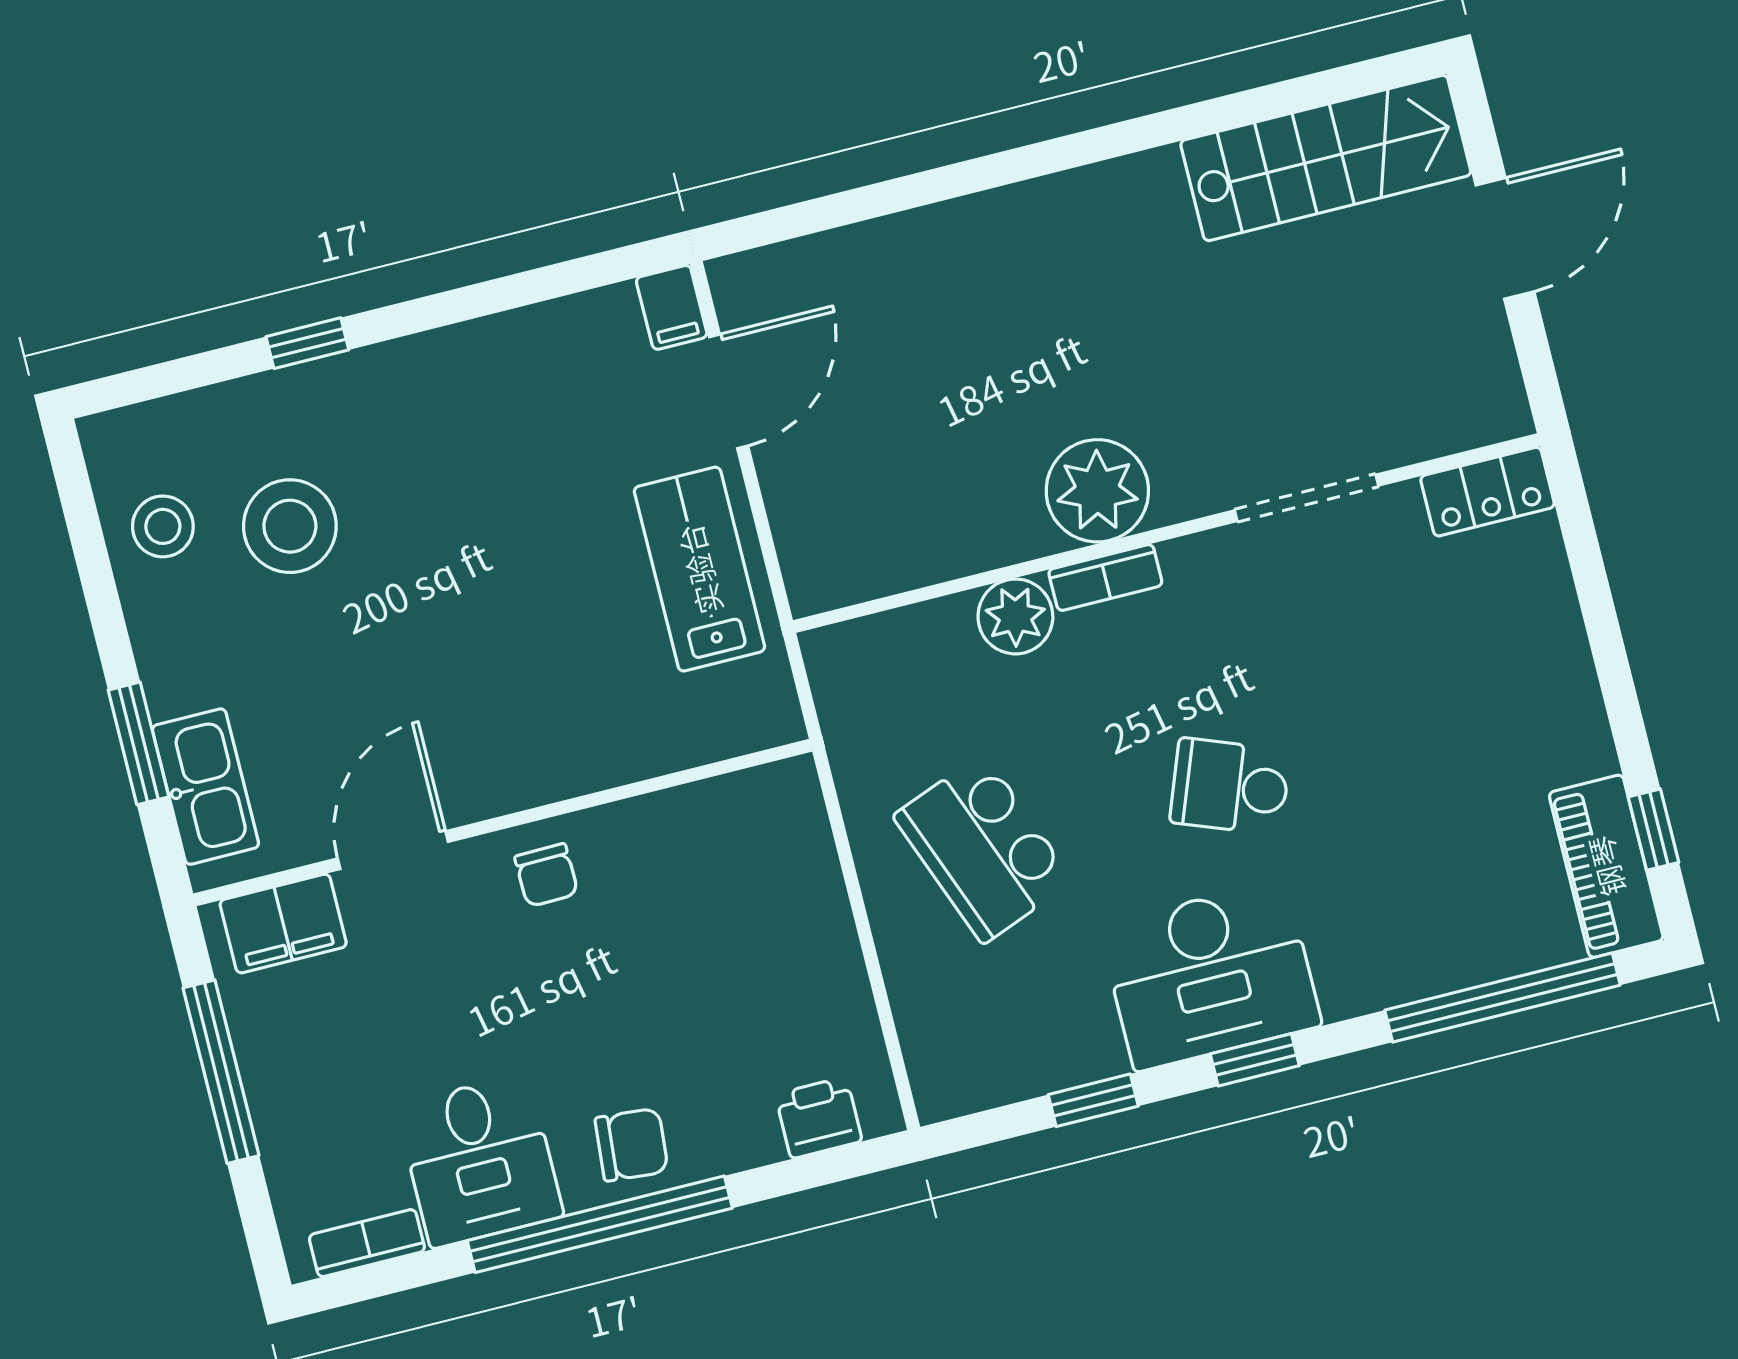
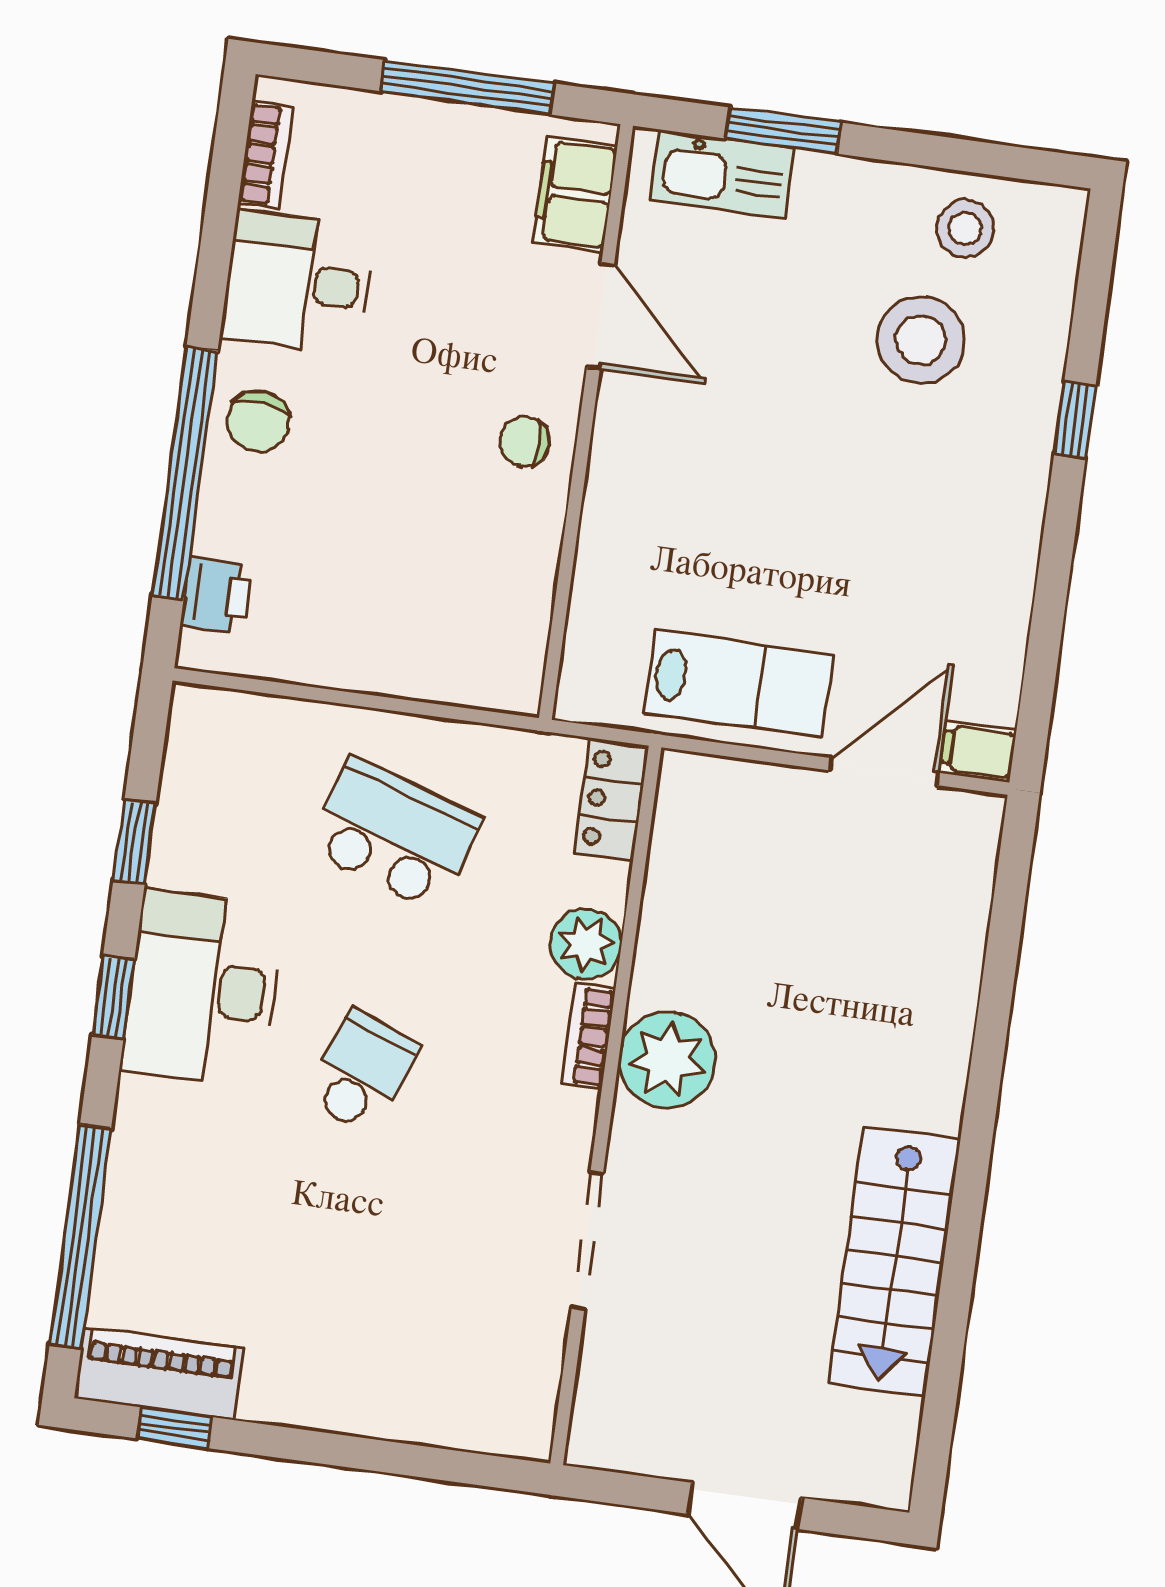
stairs: (1326, 158) -> (894, 1261), moved
door: (729, 391) -> (884, 772), swing flipped
locker: (1487, 492) -> (612, 800), moved
school desk: (983, 848) -> (394, 834), turned 39
window: (600, 1224) -> (185, 473), moved

